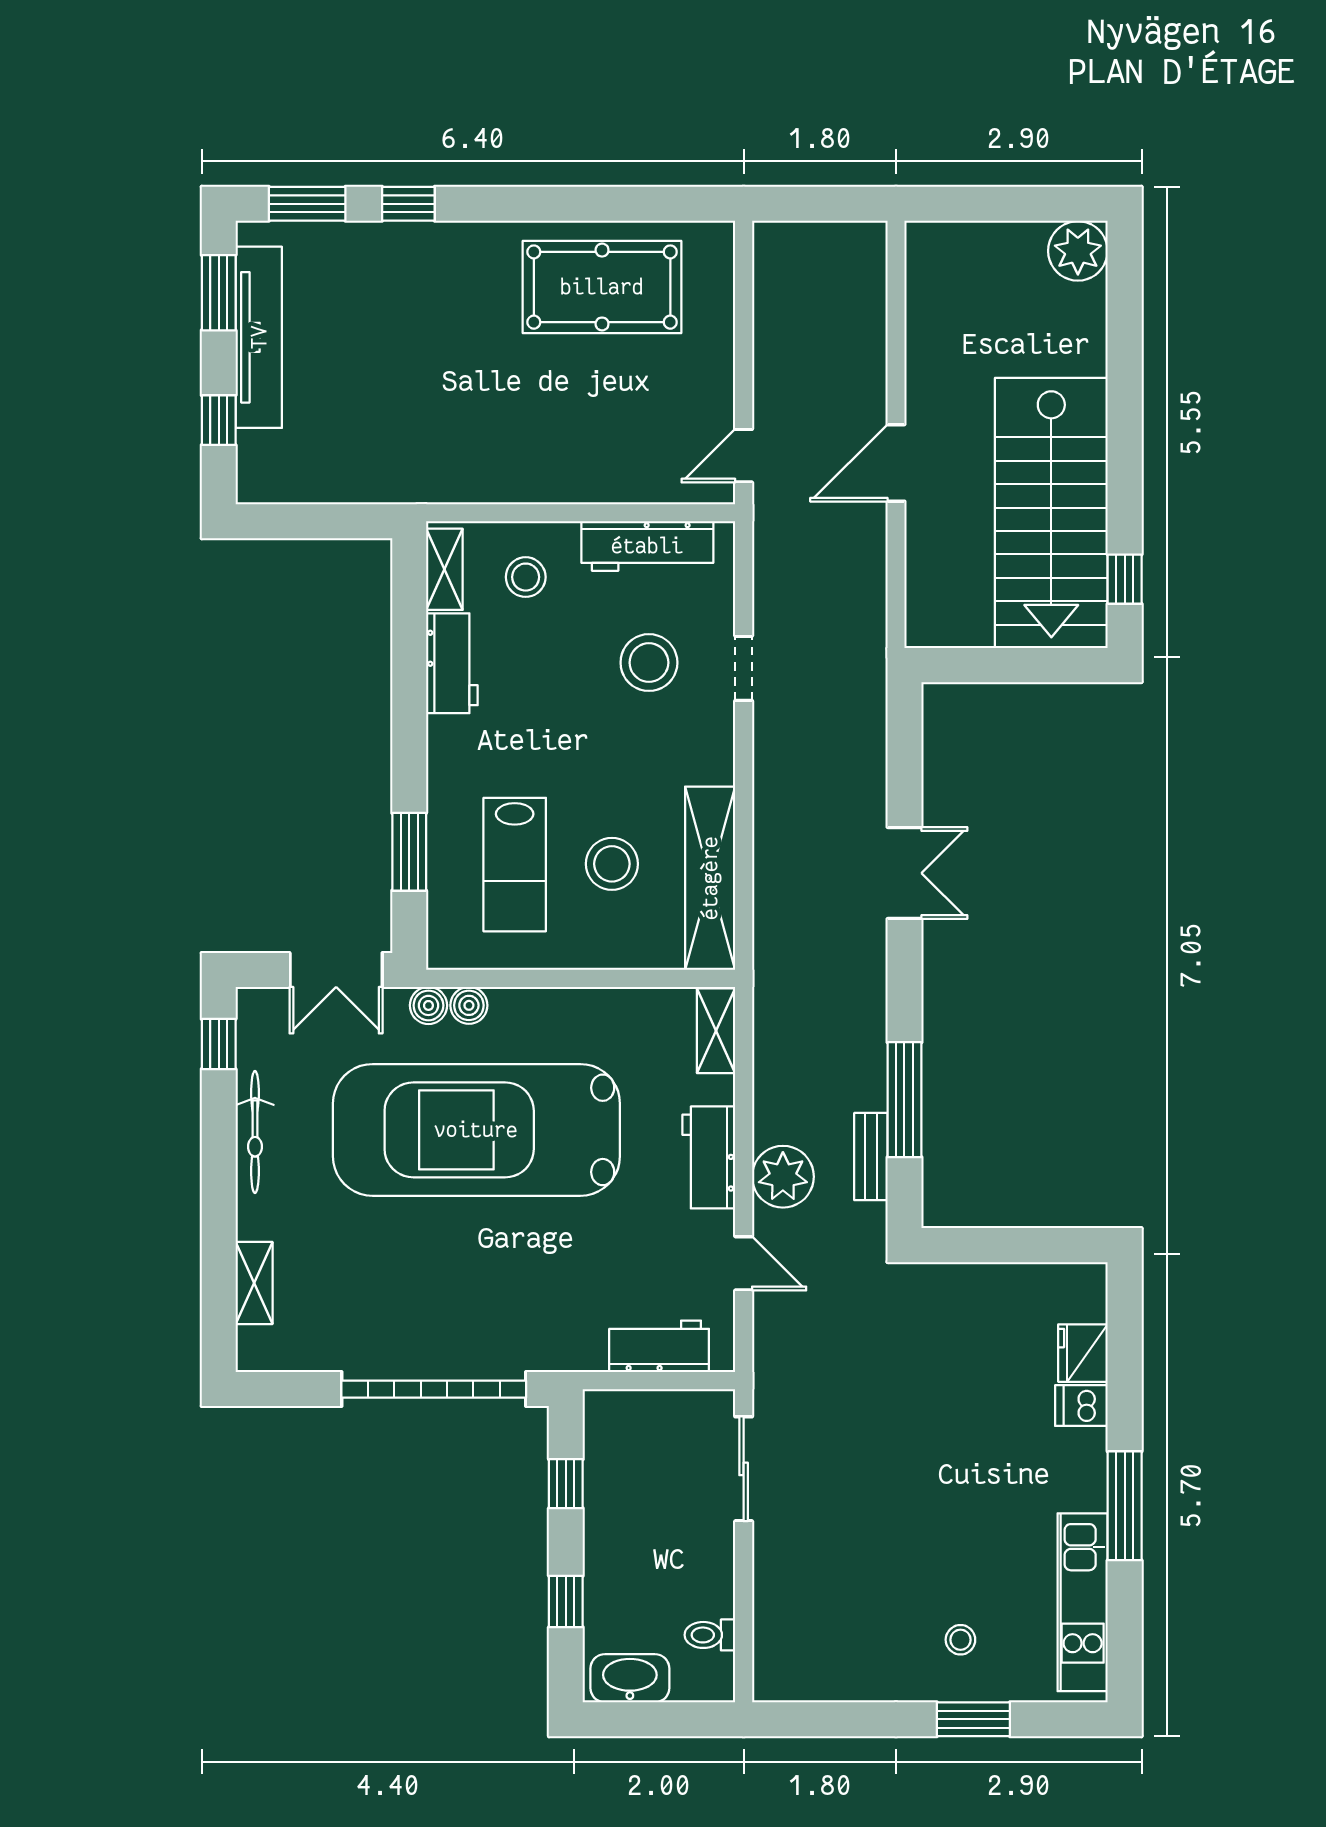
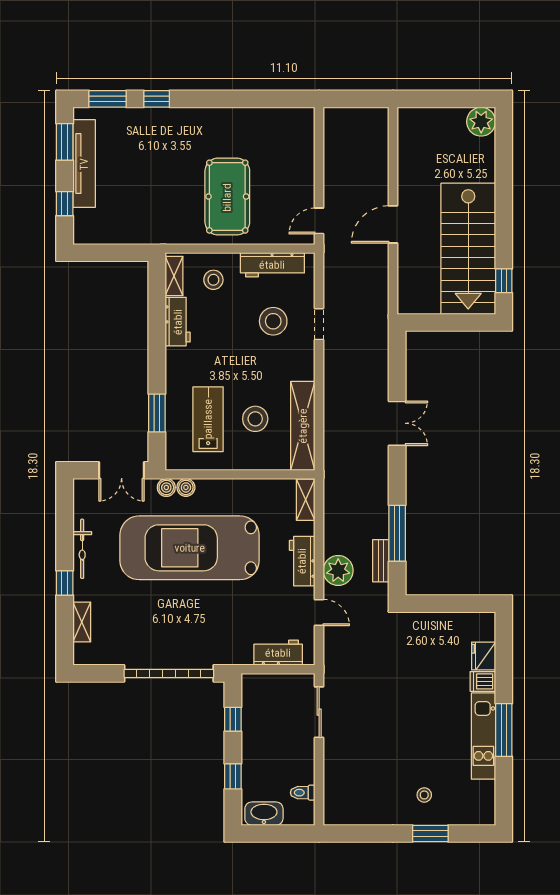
pool table: (602, 287) -> (227, 197), moved, turned 90
lab bench: (515, 865) -> (208, 419), turned 180
window: (219, 1044) -> (65, 583), moved
kitchen unit: (1083, 1602) -> (483, 736), moved

